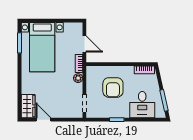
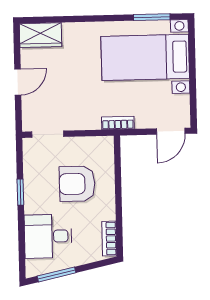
door: (84, 44) -> (171, 131), moved
plant: (78, 78) -> (92, 122), removed
door: (44, 120) -> (18, 82), moved

